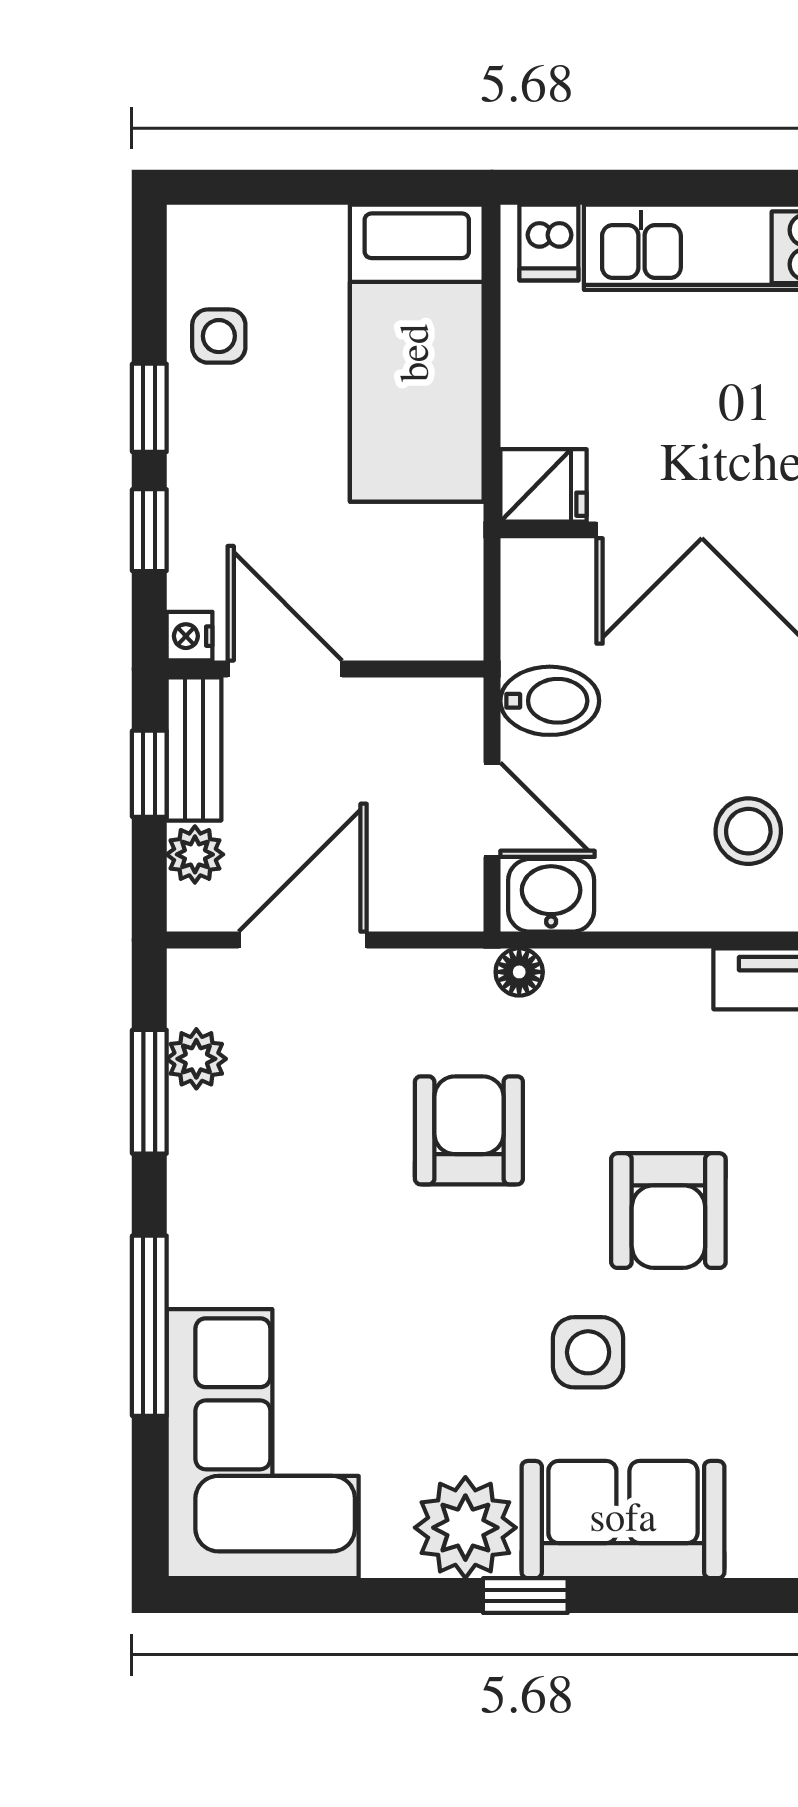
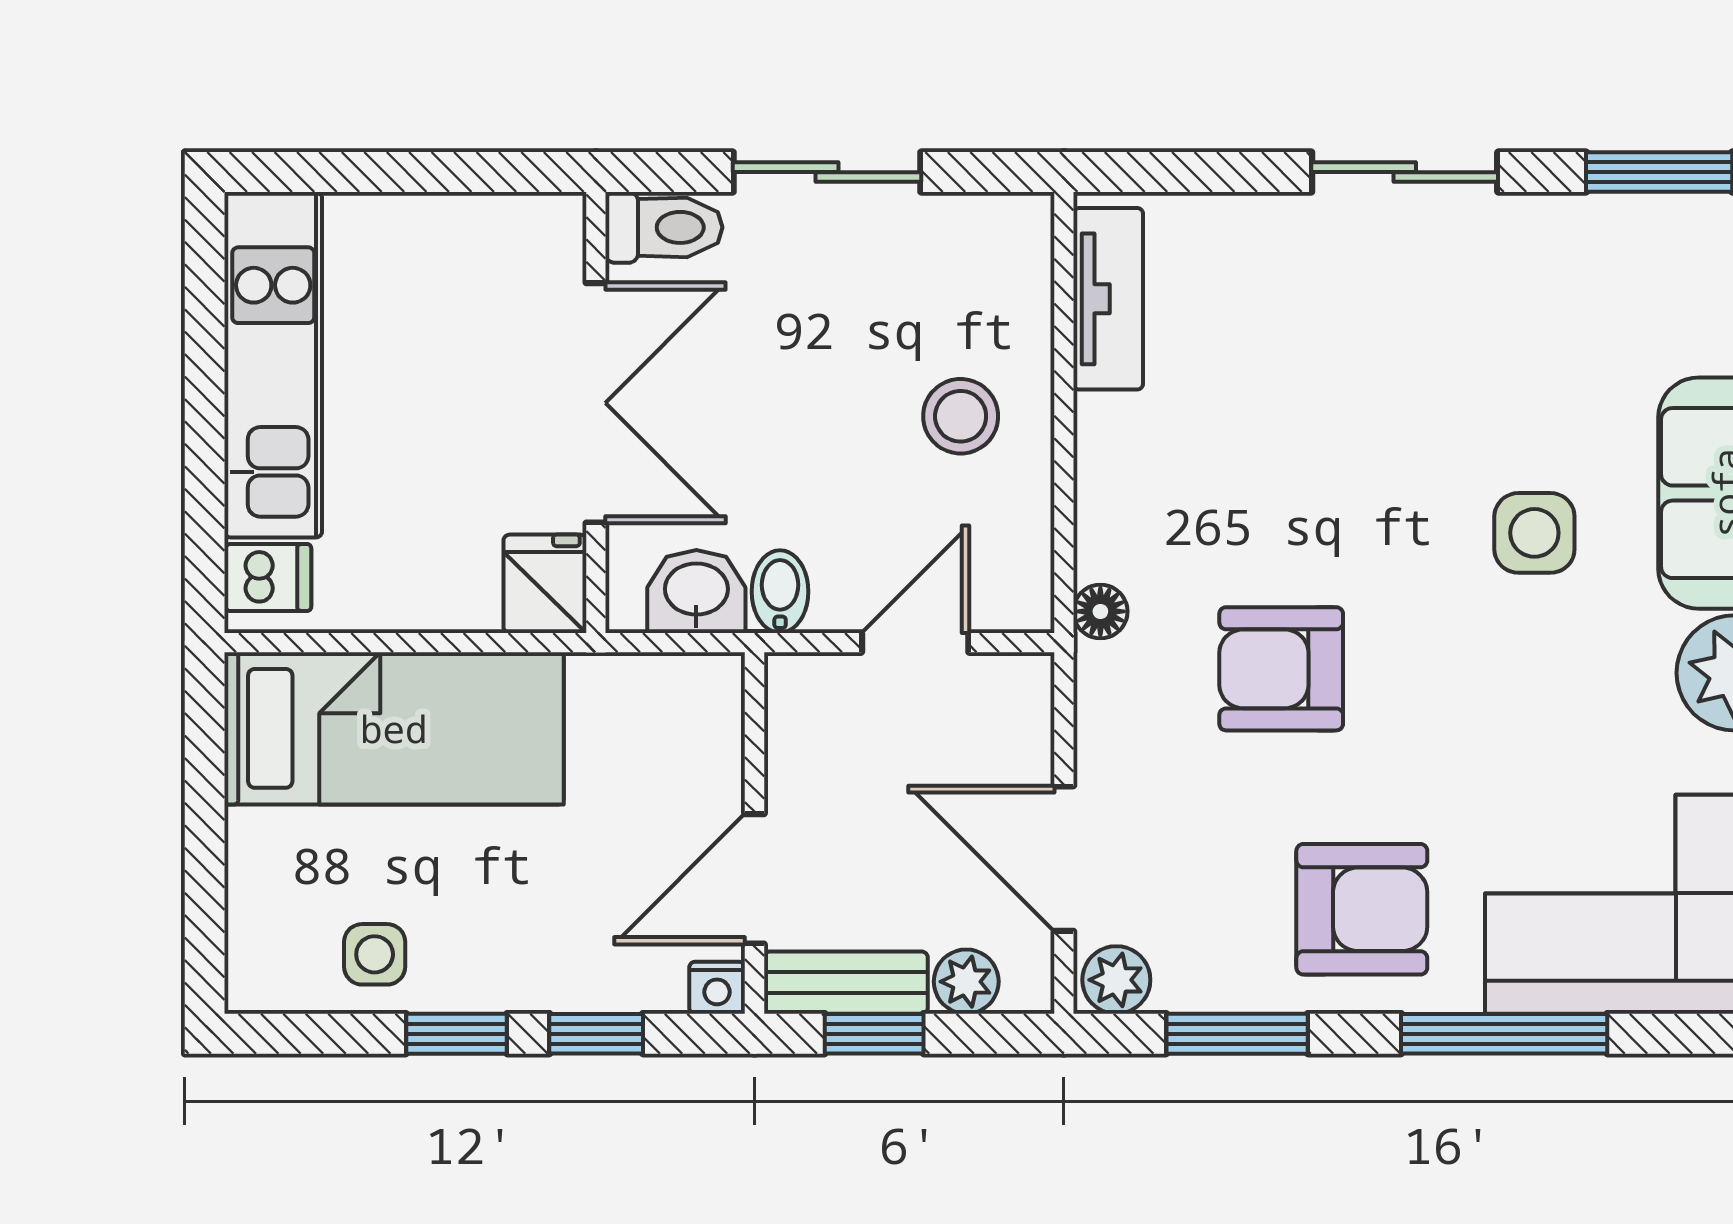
bidet: (550, 701) -> (780, 592), width x0.72, depth x0.74
stool: (748, 831) -> (961, 416), moved
washbasin: (551, 895) -> (696, 592), moved, turned 90
plant: (196, 1059) -> (1116, 980), moved
armchair: (668, 1211) -> (1362, 909), moved

